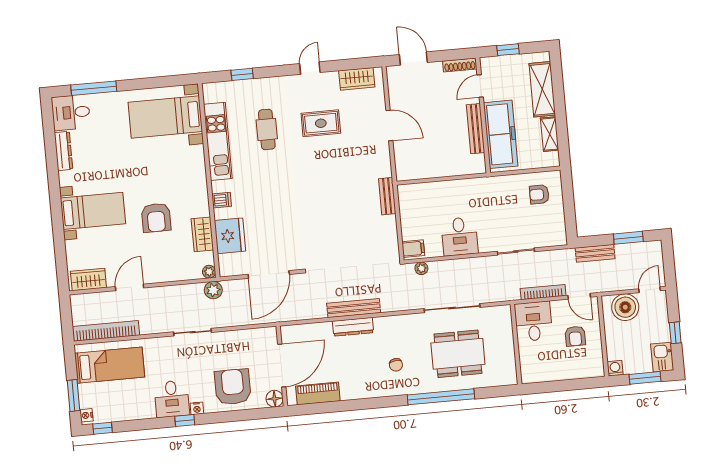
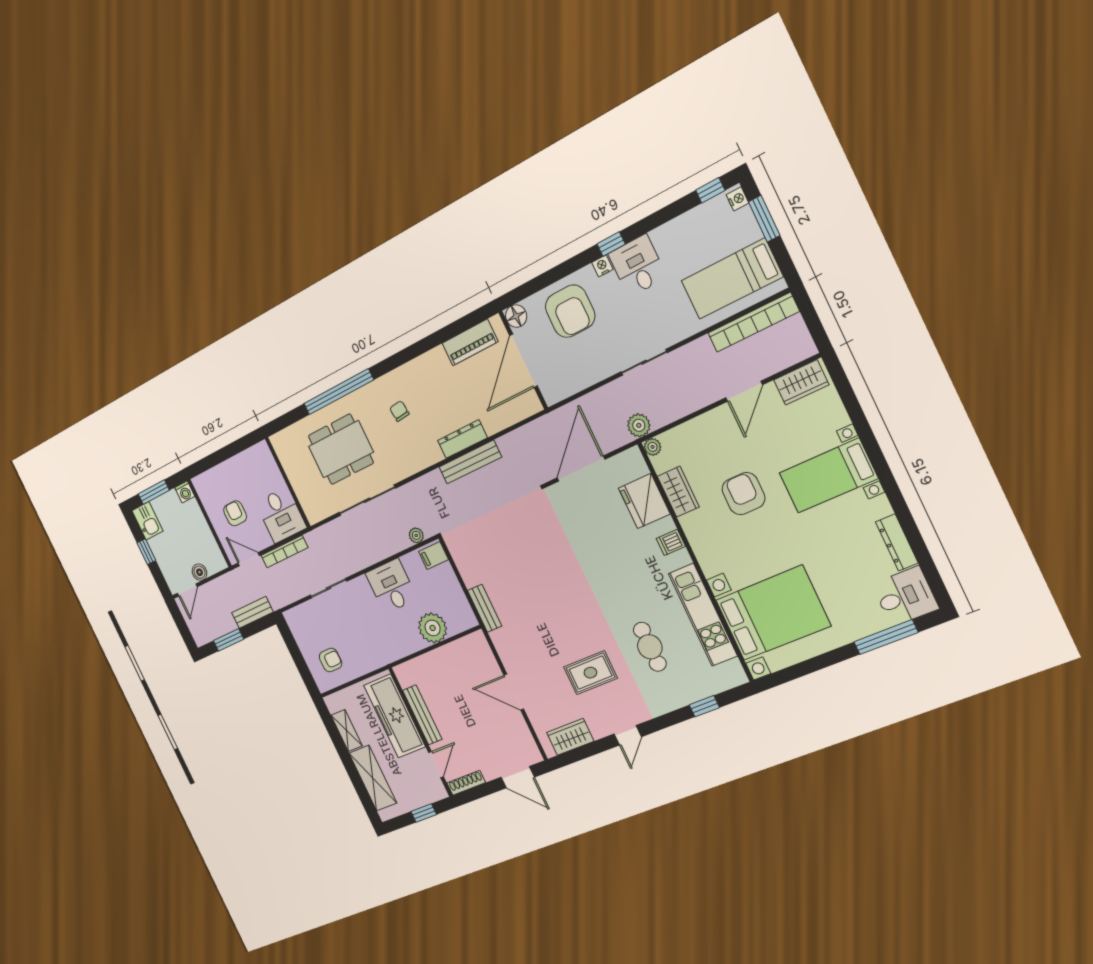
bed with nightstands: (165, 117) -> (773, 613), width x1.36
plant: (438, 194) -> (433, 628), added
boiler: (625, 307) -> (199, 572), width x0.54, depth x0.54

